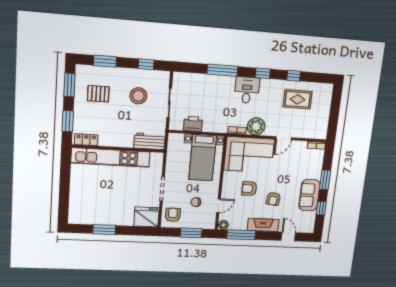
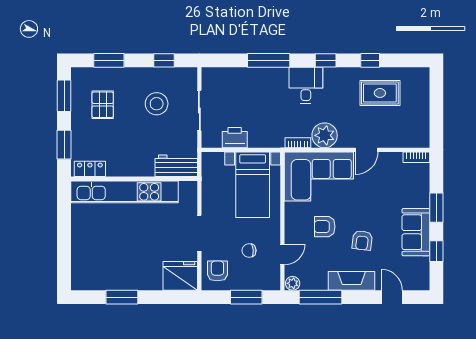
pallet: (98, 94) -> (103, 105), turned 90

